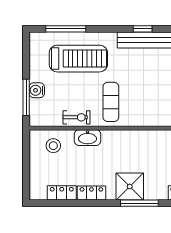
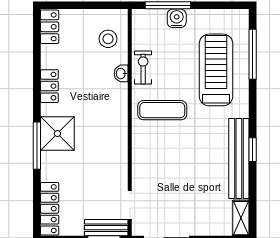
treadmill: (78, 59) -> (216, 70), turned 180
exercise bike: (76, 117) -> (143, 68), turned 180
washbasin: (88, 138) -> (121, 73), width x0.52, depth x0.69
locker: (62, 193) -> (50, 27), moved

